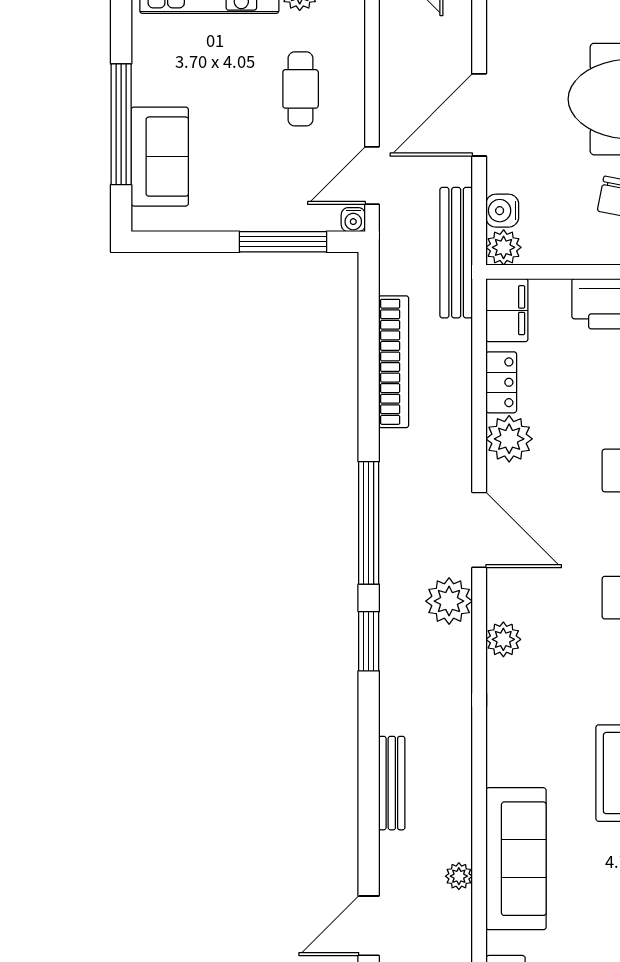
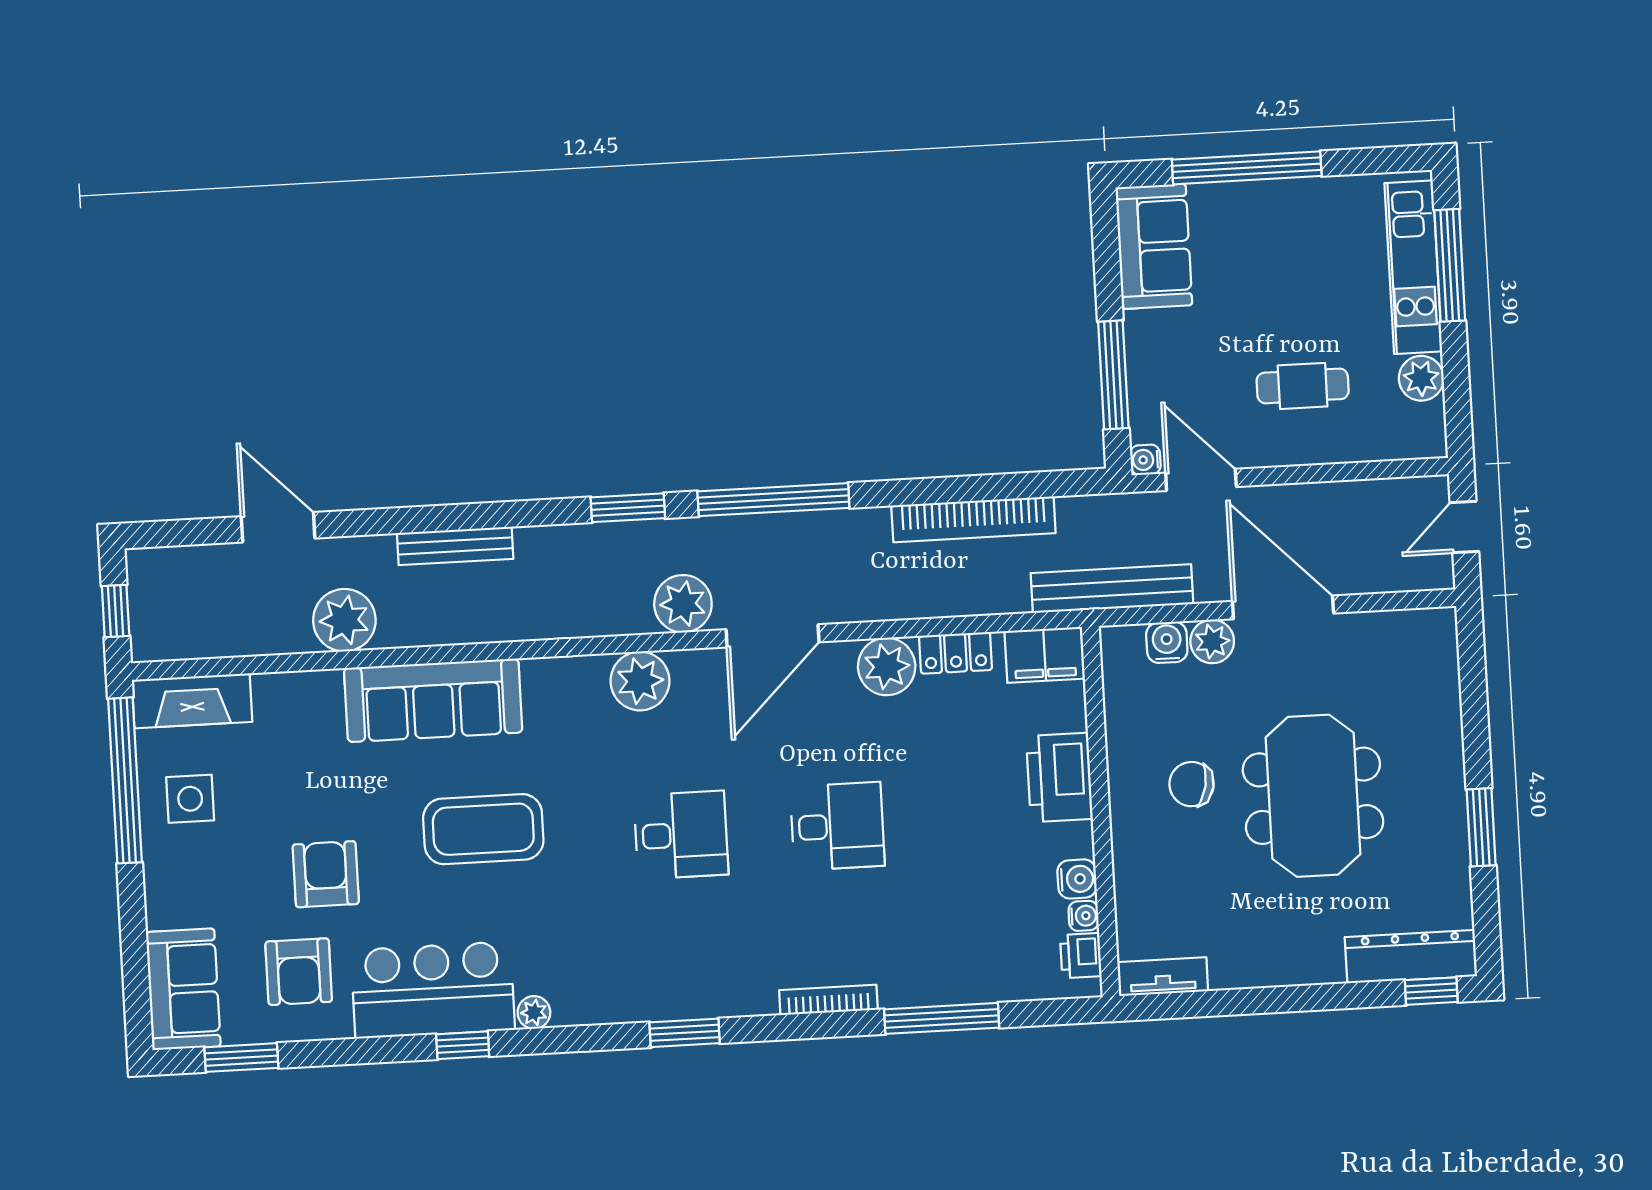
sofa: (160, 157) -> (1154, 246), moved, turned -90
plant: (504, 247) -> (1212, 641), moved
plant: (503, 639) -> (640, 681), width x1.36, depth x1.36
sofa: (516, 859) -> (433, 700), moved
plant: (459, 876) -> (344, 620), width x1.88, depth x1.88

